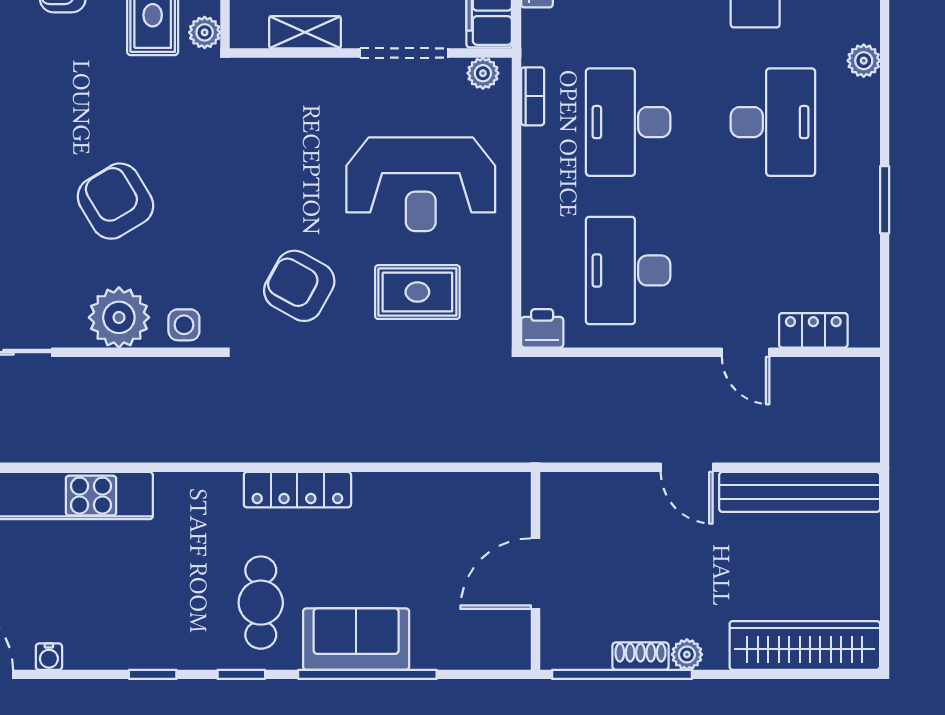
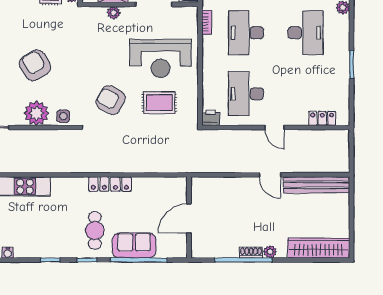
plant: (483, 73) -> (114, 13), moved
door: (746, 352) -> (275, 127), moved
wall: (536, 571) -> (189, 217), moved
door: (536, 574) -> (189, 219), moved

